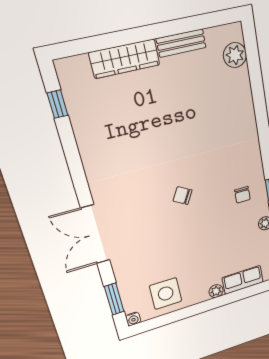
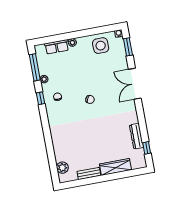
dresser: (83, 129) -> (136, 136), added
double door: (95, 234) -> (135, 84), swing flipped

